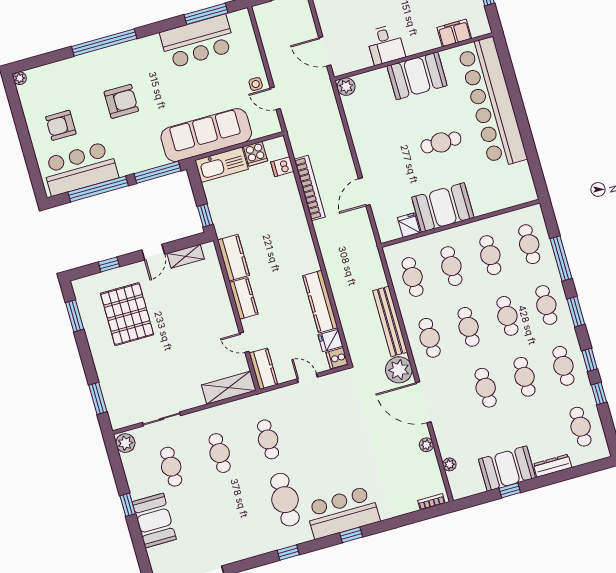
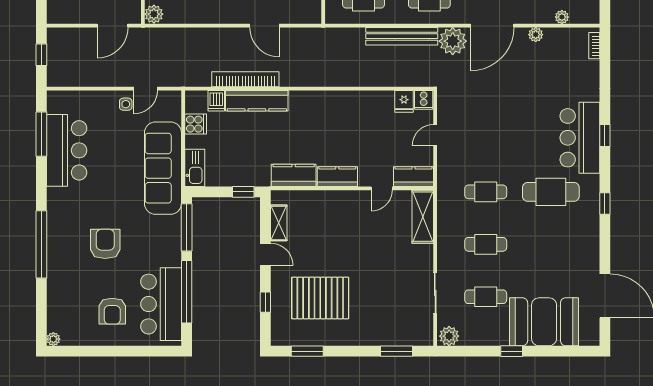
kitchen sink: (222, 165) -> (195, 168), width x0.73, depth x0.81
kitchen counter: (320, 302) -> (257, 101), moved
booth: (154, 521) -> (544, 322), width x1.36, depth x1.42

